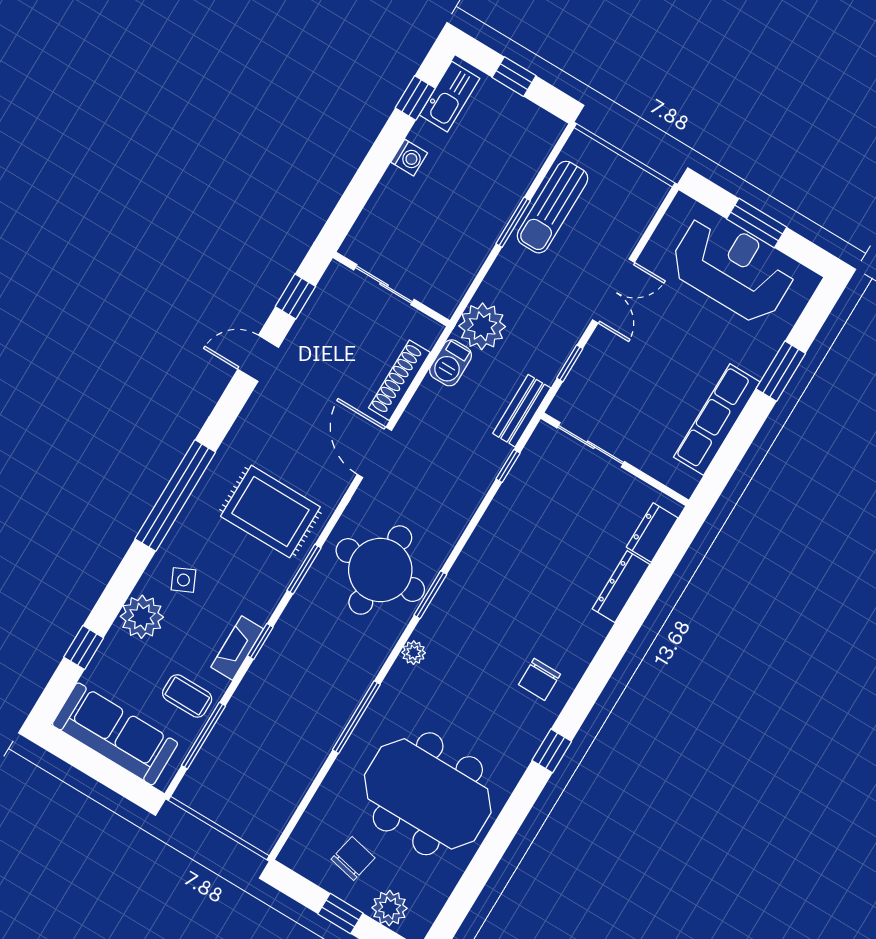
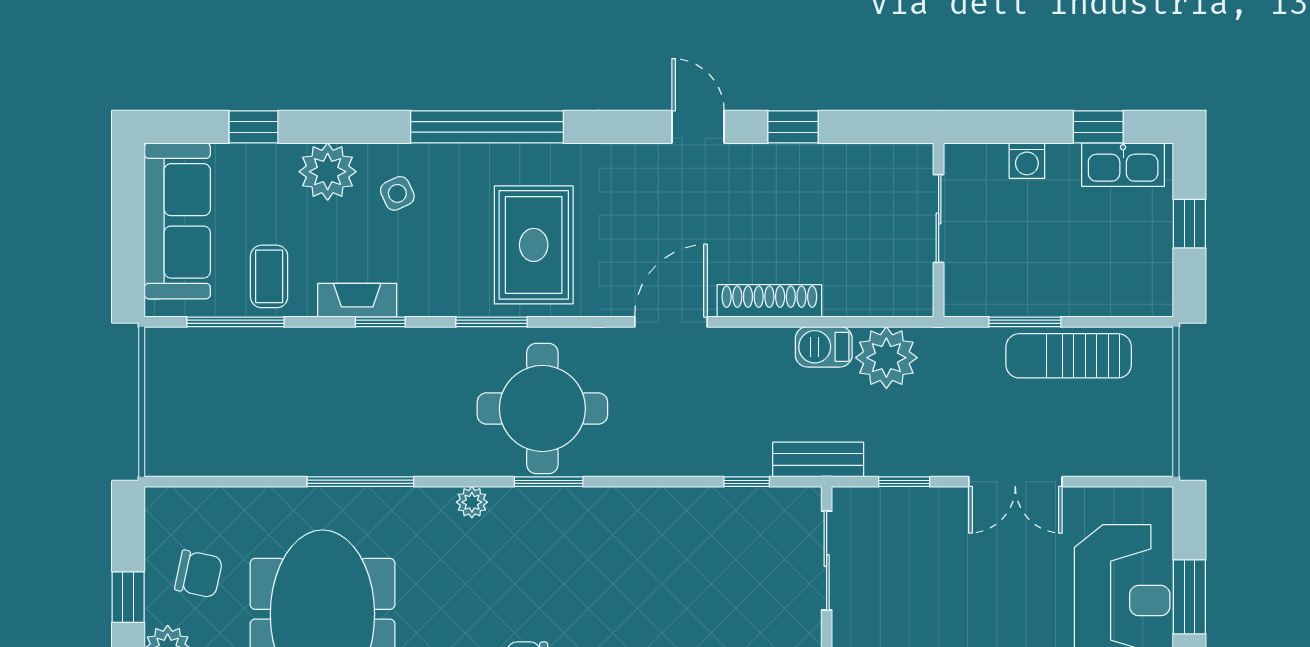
sliding door: (384, 285) -> (939, 219), moved
wall: (391, 289) -> (939, 230), moved

